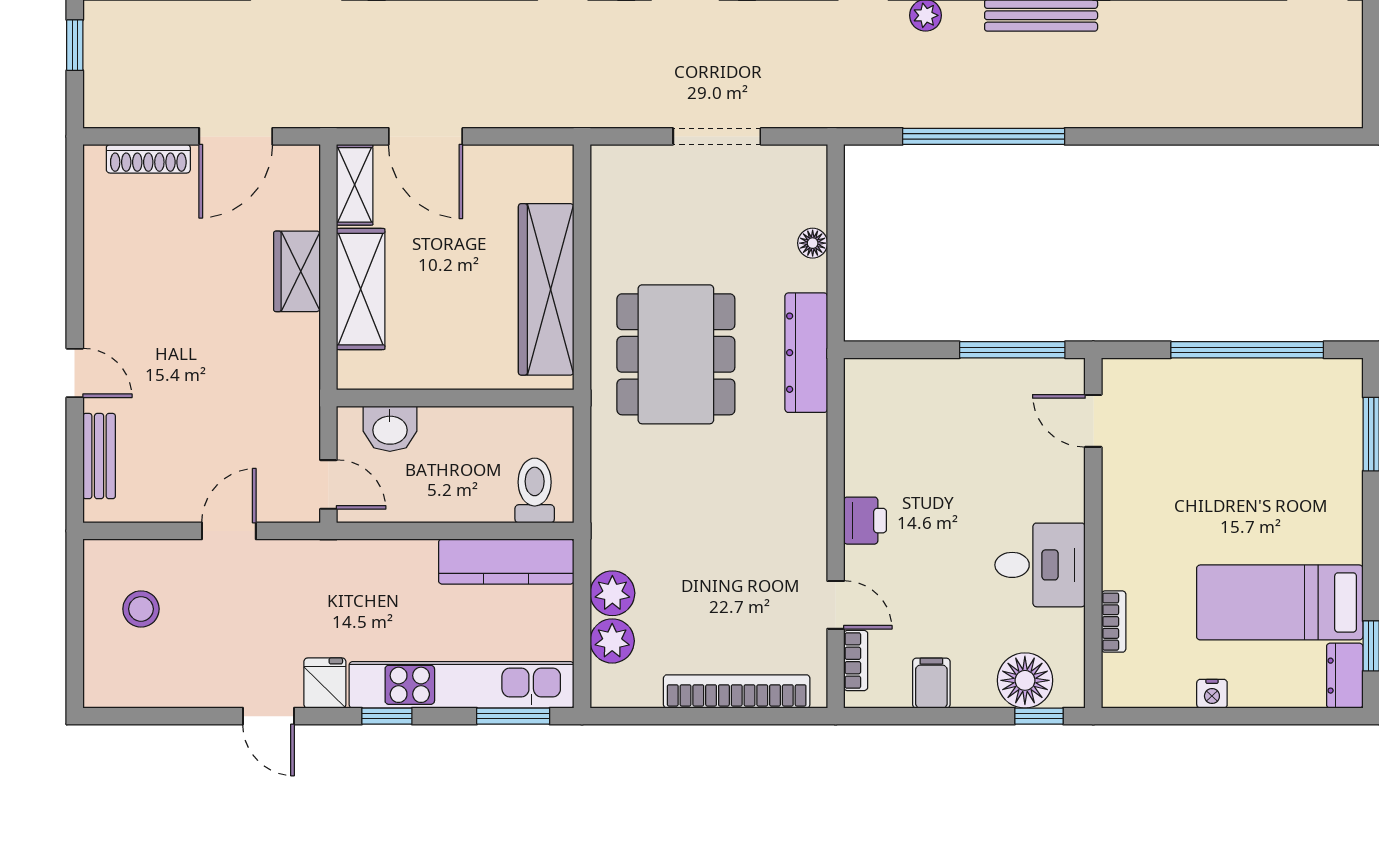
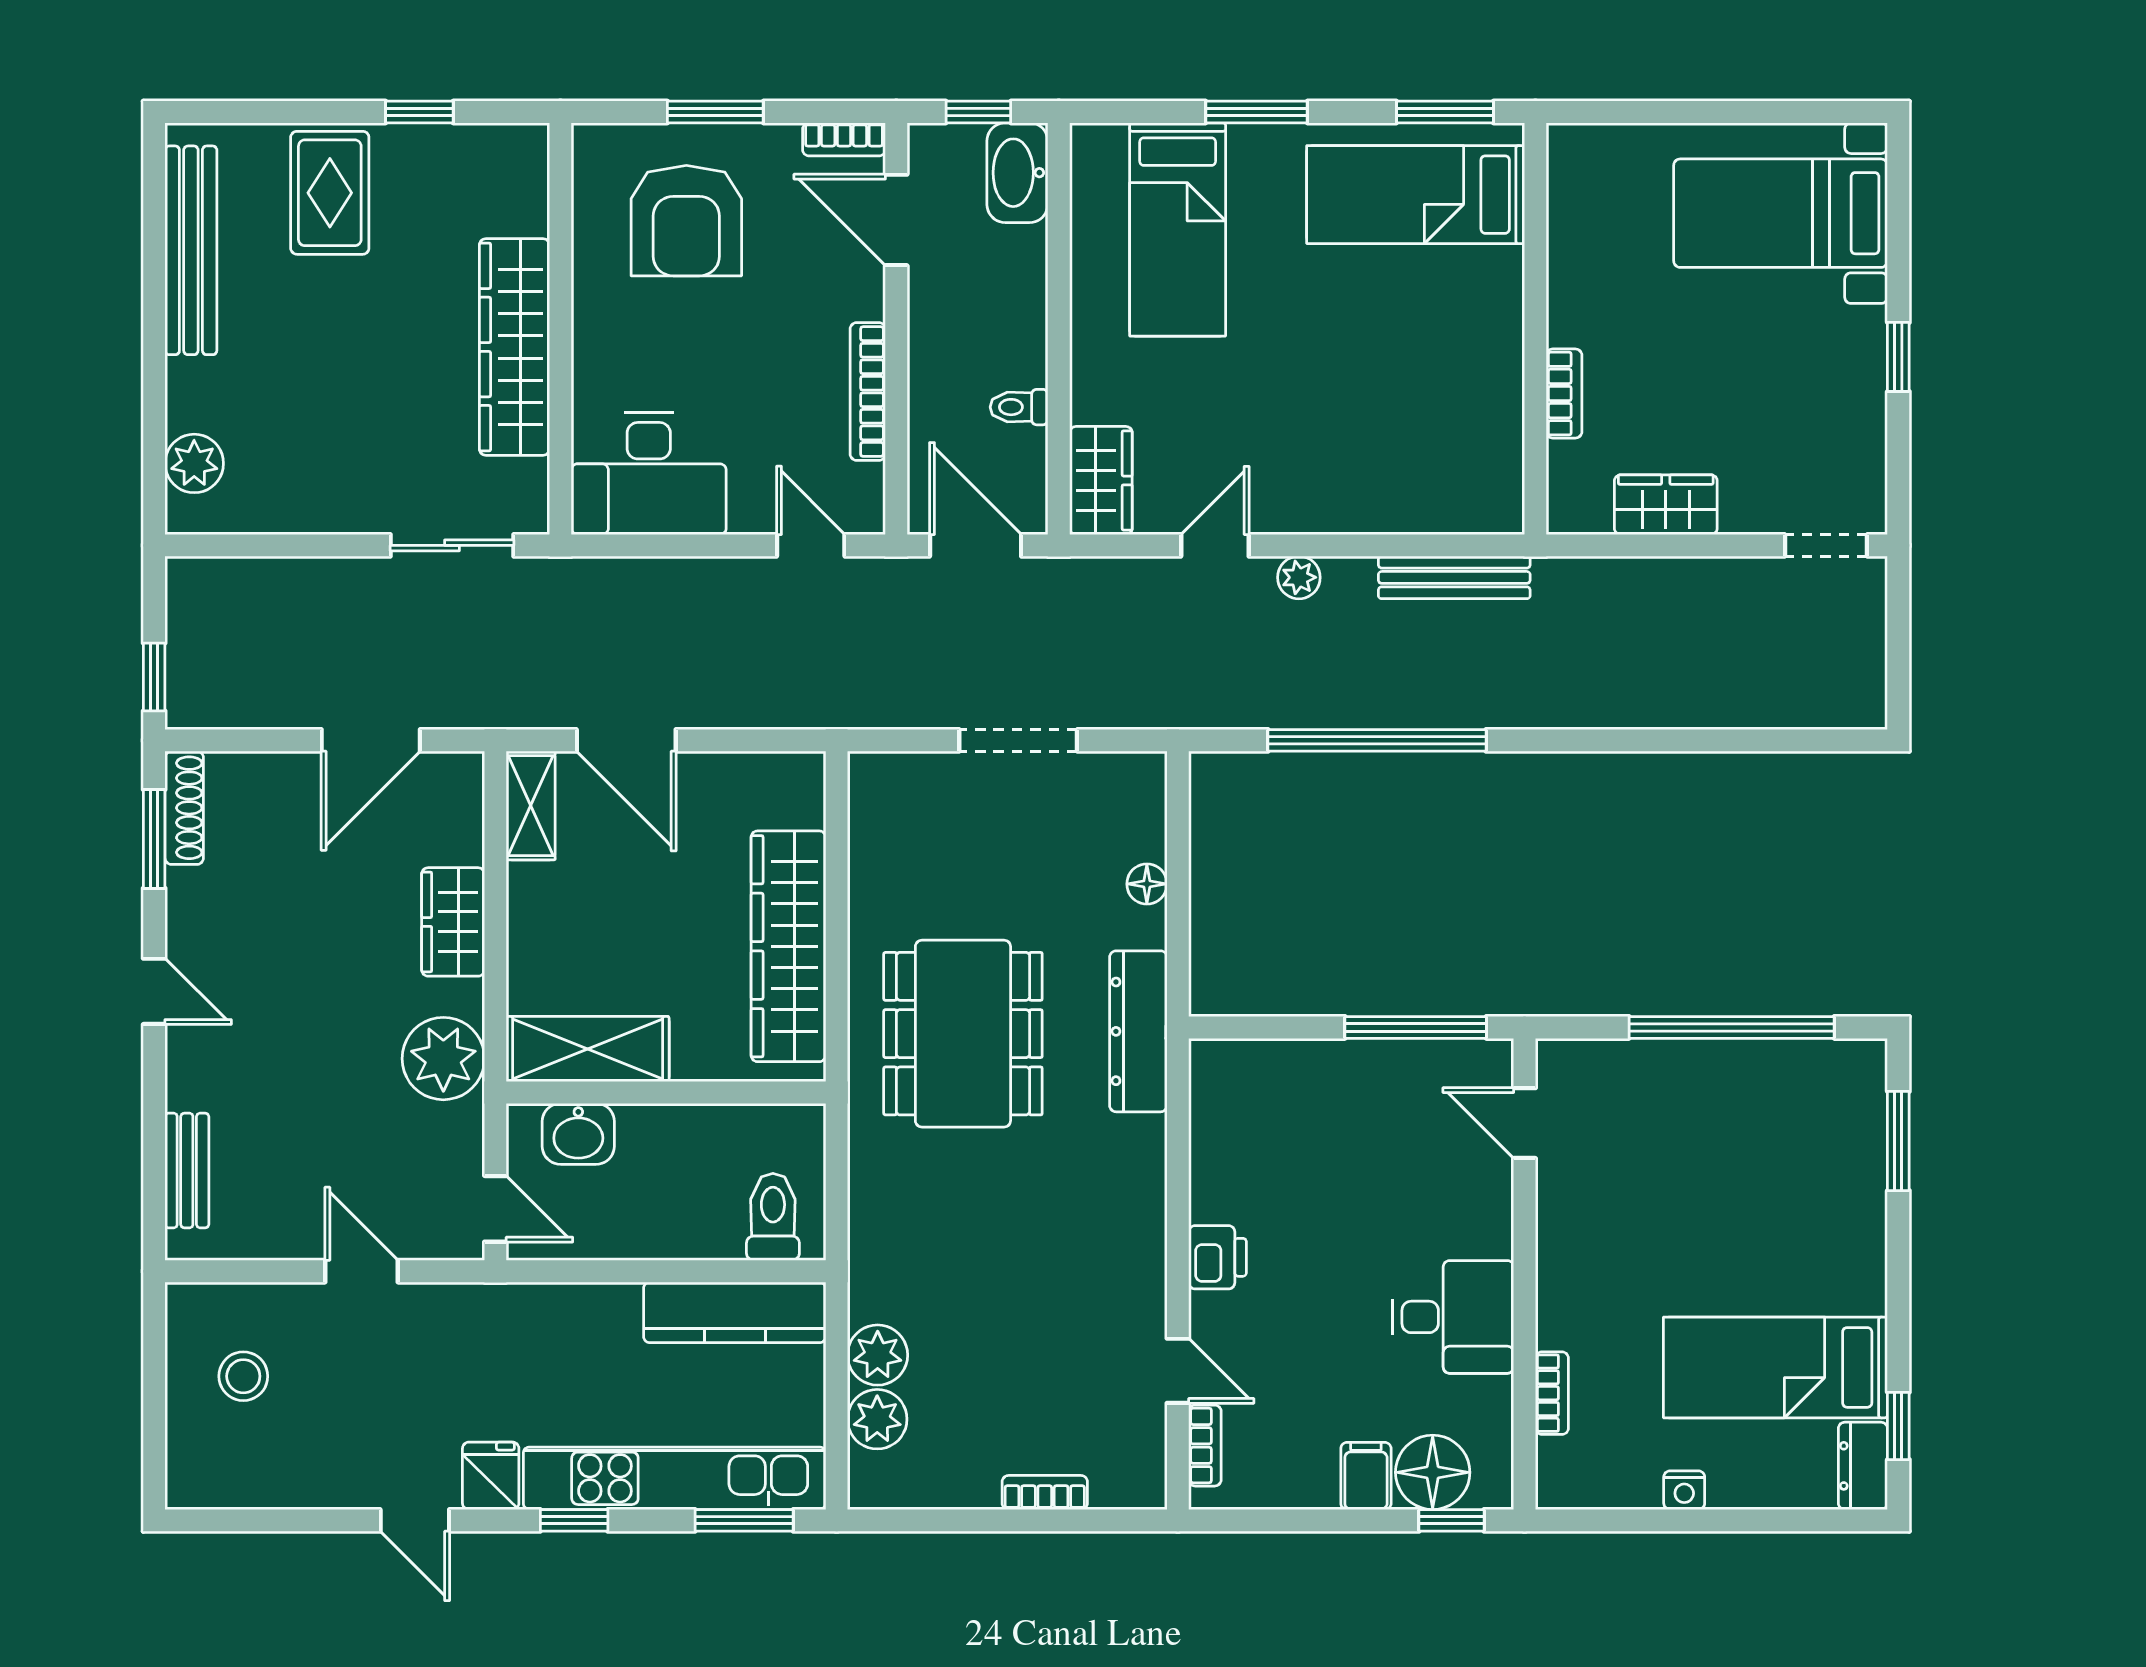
window: (75, 45) -> (154, 677), moved
shoe rack: (148, 159) -> (184, 808), moved, turned -90
window: (75, 210) -> (154, 839), added
shelving: (361, 289) -> (588, 1049), moved, turned 90
door: (75, 373) -> (154, 991), moved
plant: (290, 373) -> (443, 1059), added
door: (229, 531) -> (361, 1271), hinge flipped
filing cabinet: (931, 683) -> (1366, 1476), moved
bookcase: (737, 691) -> (1045, 1492), width x0.43, depth x0.76

